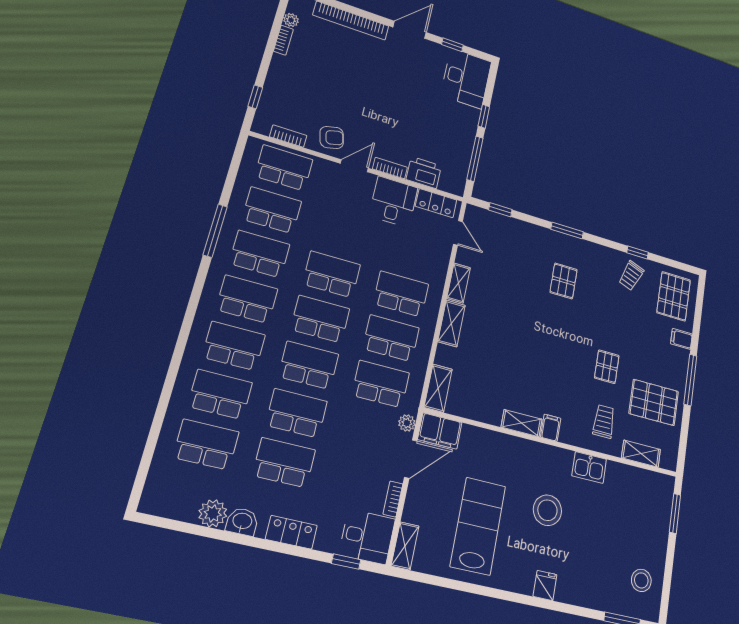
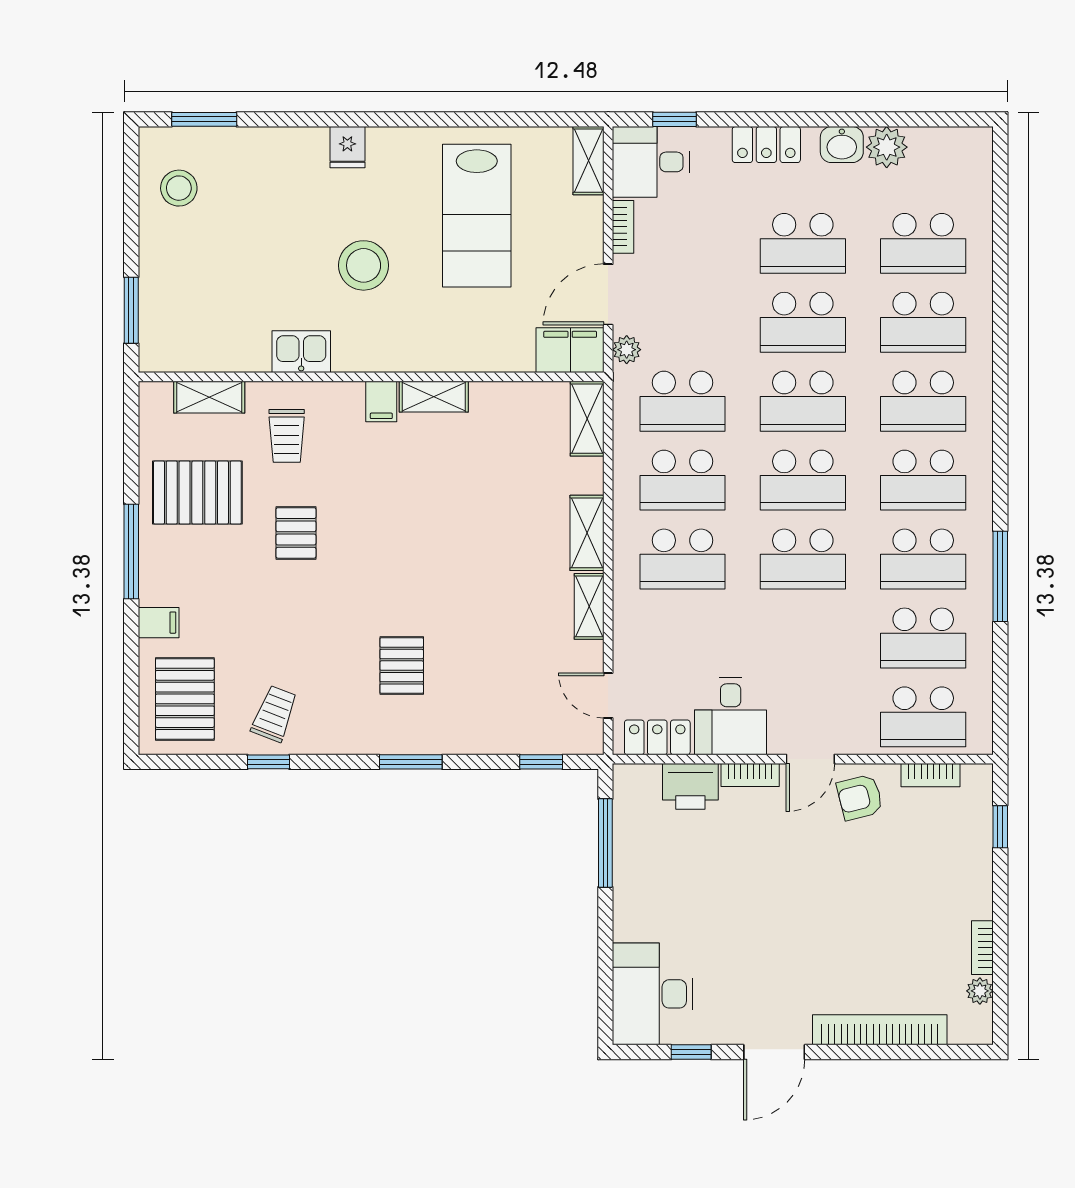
window: (484, 116) -> (605, 931), removed

